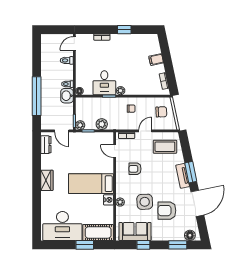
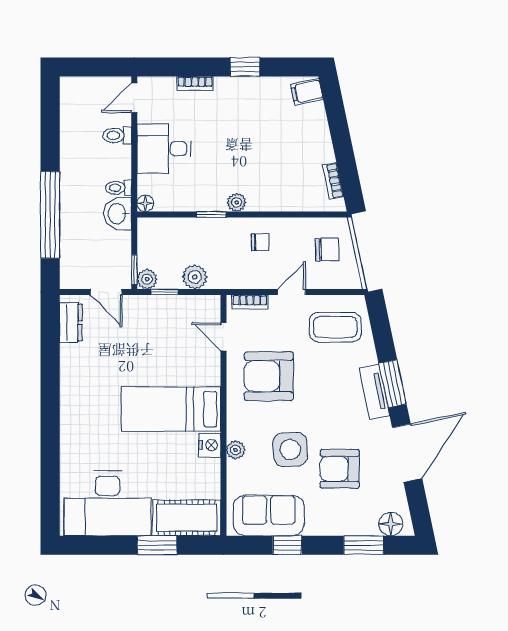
filing cabinet: (156, 60) -> (307, 92), moved
desk: (104, 83) -> (164, 149), moved, turned 90
armchair: (135, 169) -> (269, 376), width x1.88, depth x1.88
wardrobe: (47, 180) -> (73, 402), removed

